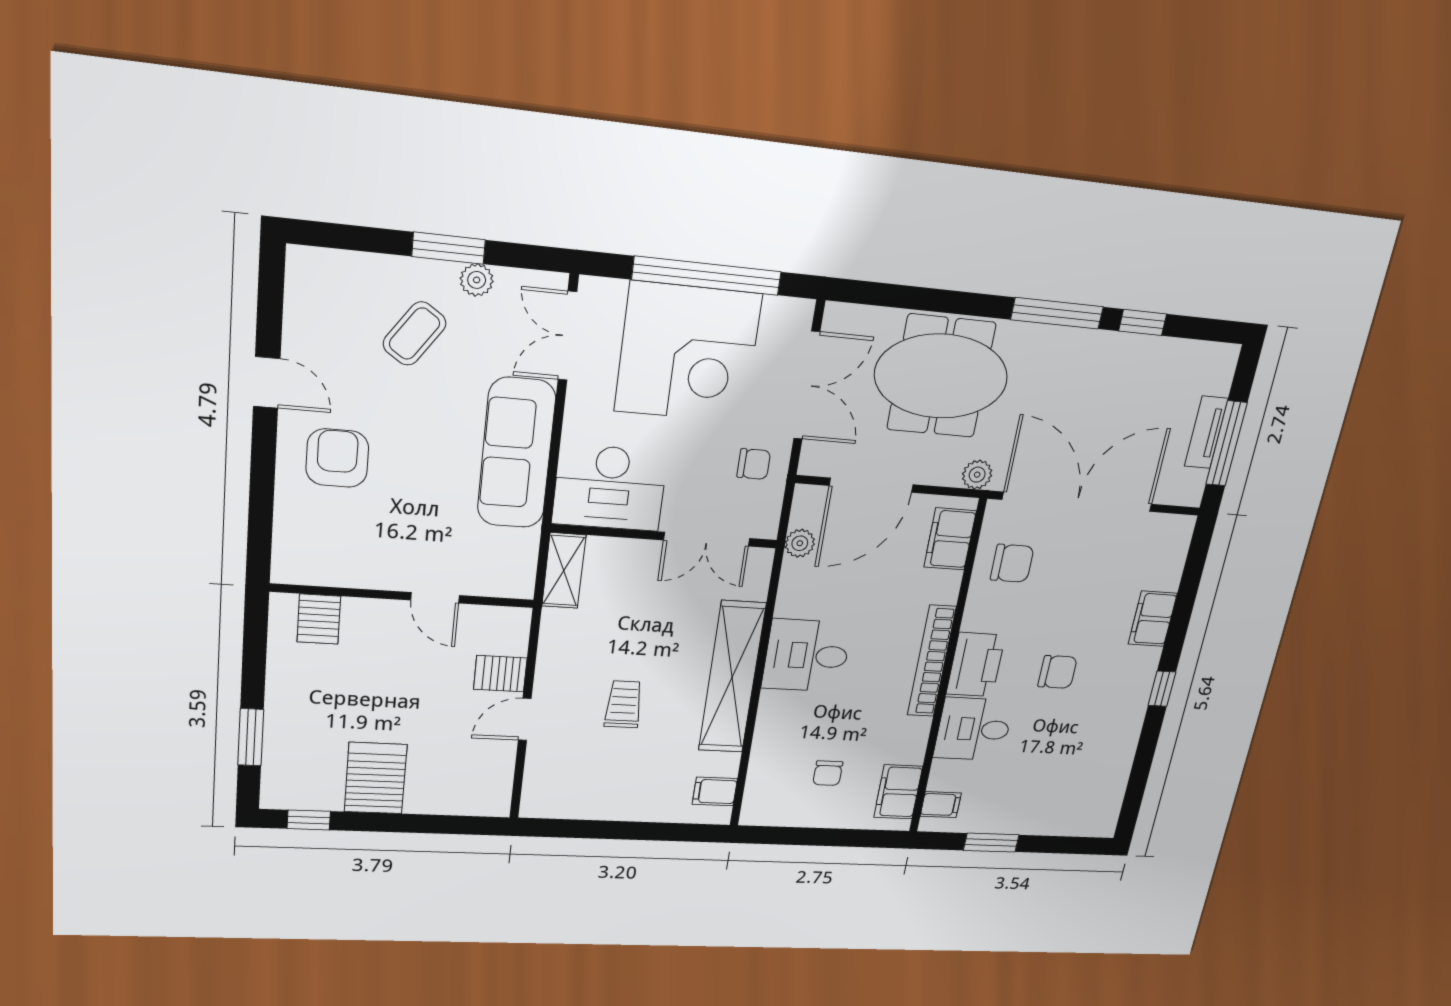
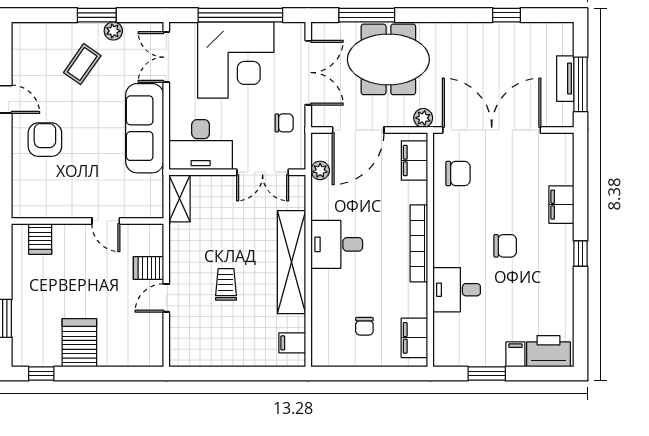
window: (1057, 313) -> (367, 15), moved
printer: (976, 665) -> (548, 351), moved, turned -90
filing cabinet: (941, 805) -> (515, 354), moved, turned -90

